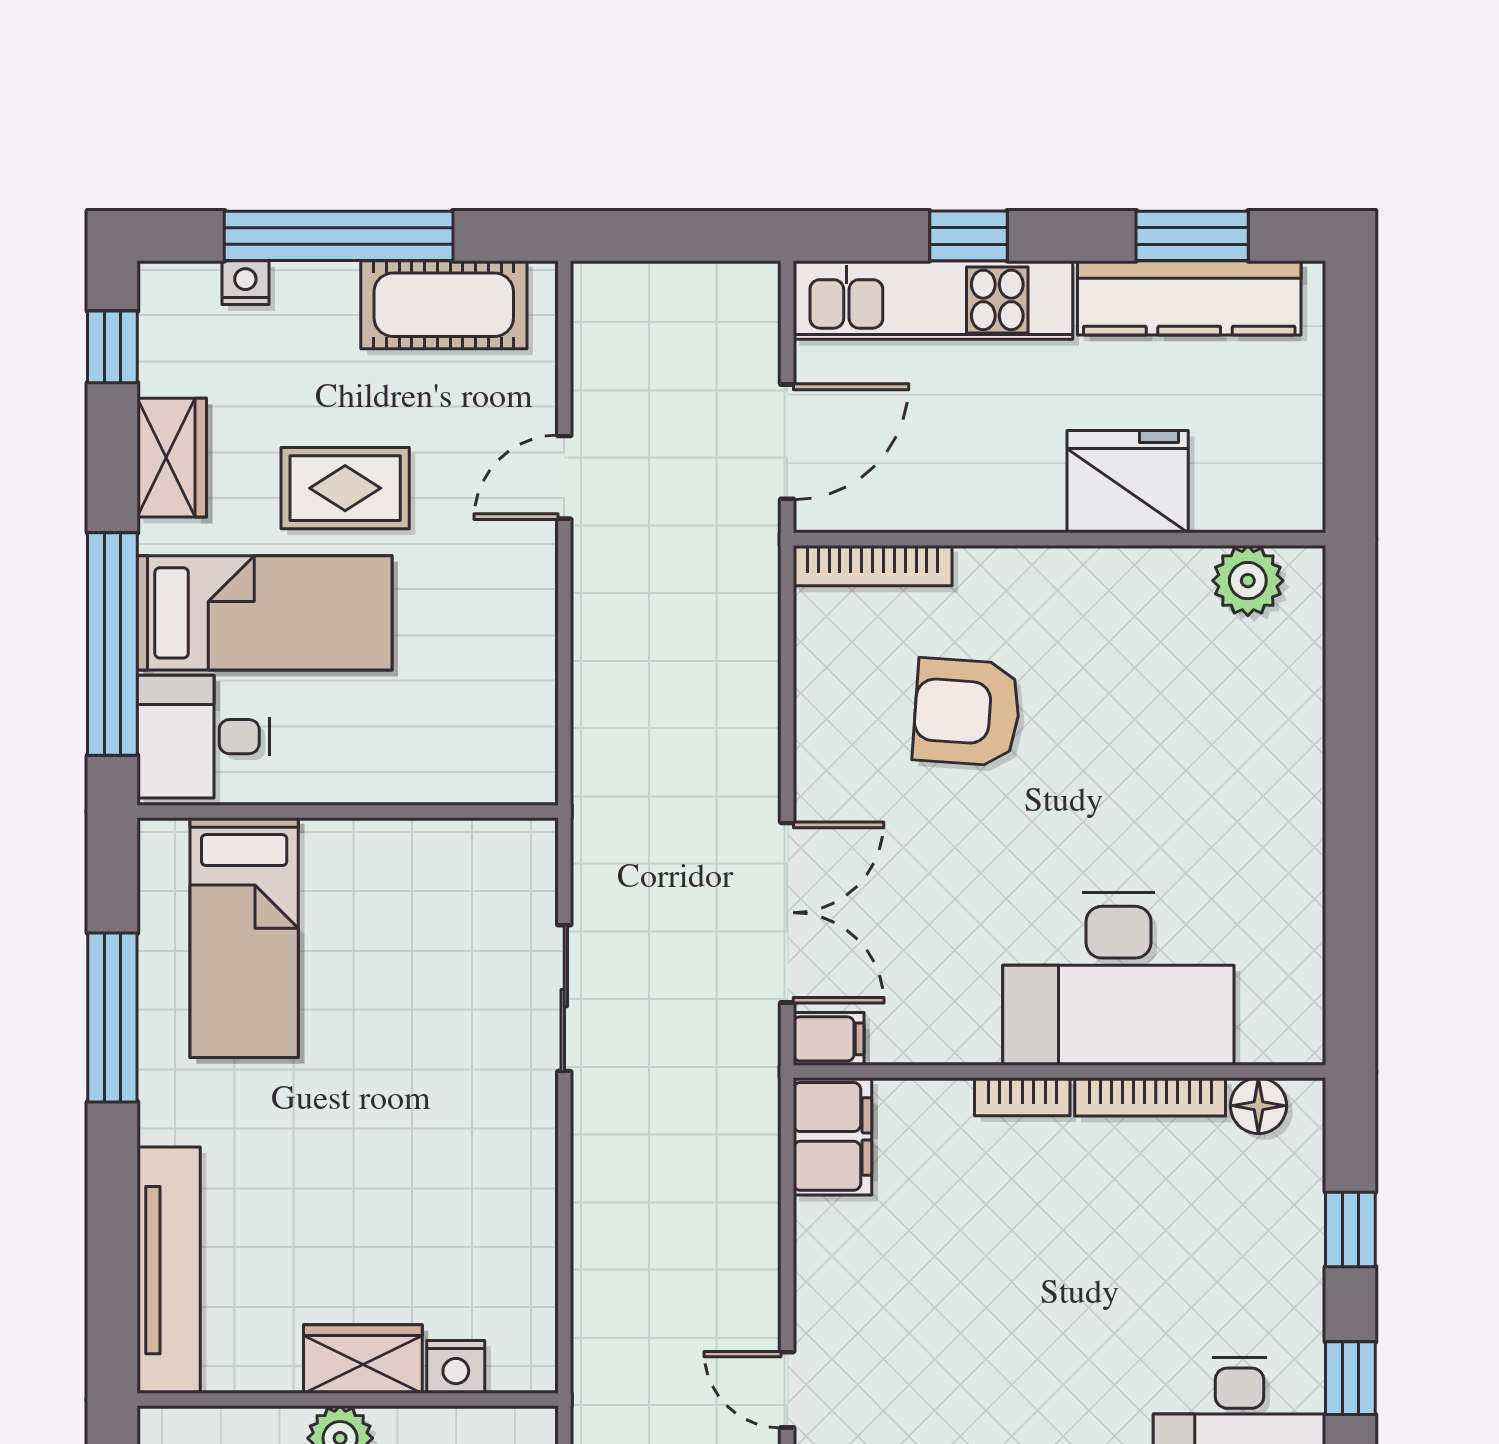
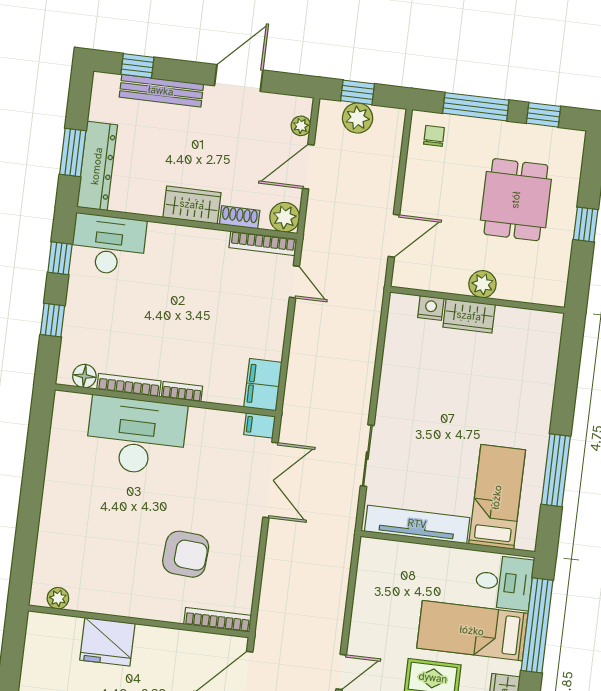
plant: (1248, 581) -> (58, 598), width x0.73, depth x0.73
double door: (787, 913) -> (270, 480), swing flipped
tv unit: (169, 1270) -> (417, 524), moved, turned 90

